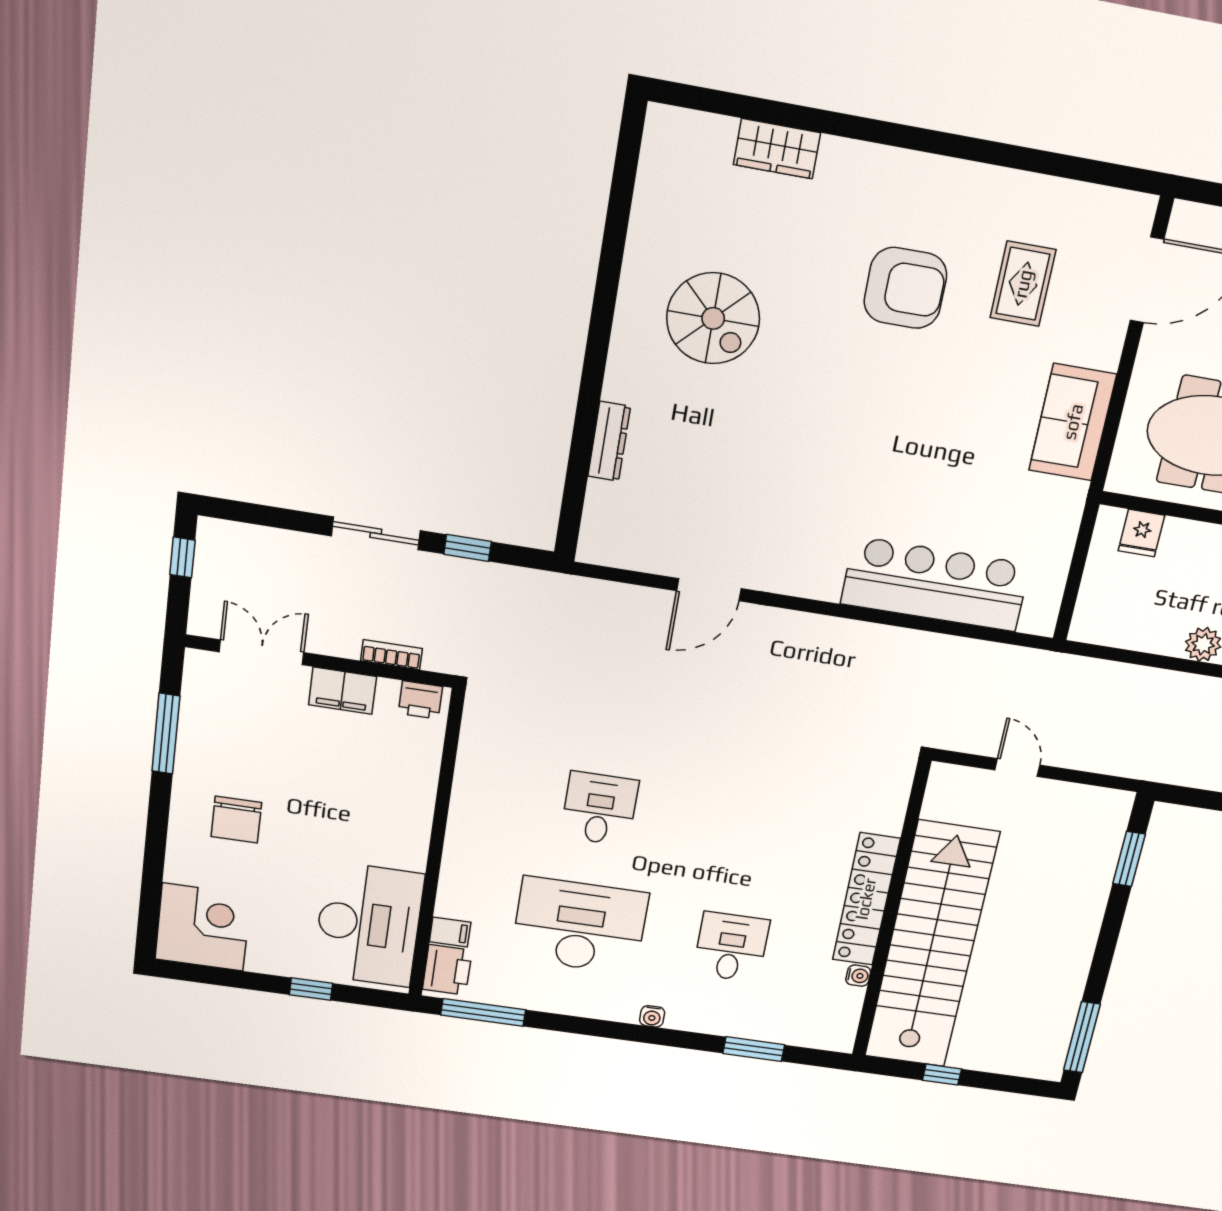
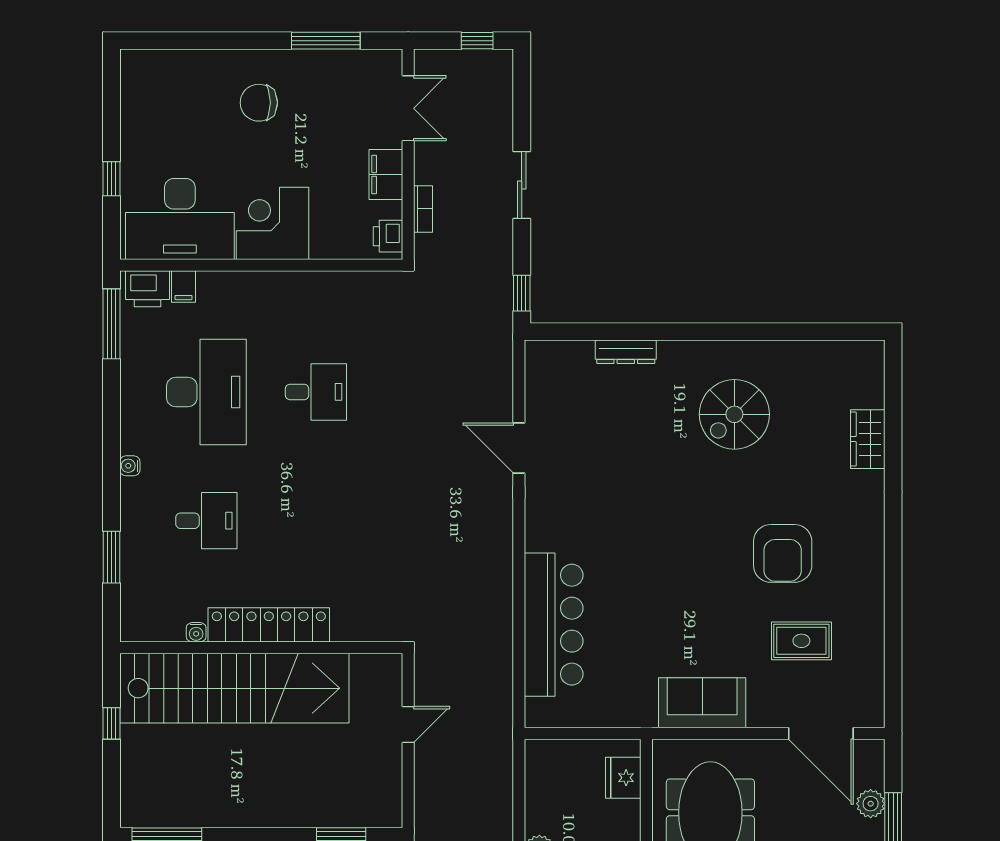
fridge: (1142, 533) -> (623, 778), width x1.38
window: (468, 548) -> (522, 293), moved
corner desk: (203, 927) -> (272, 223), moved, turned 180

